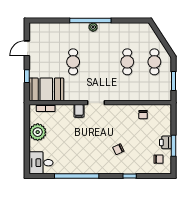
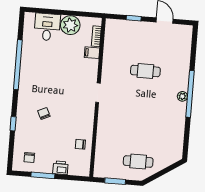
cafe table: (127, 62) -> (141, 131), removed
booth: (46, 89) -> (117, 39), removed
filing cabinet: (79, 111) -> (92, 53), moved
printer: (165, 142) -> (60, 168), moved
desk: (41, 163) -> (47, 27), moved

